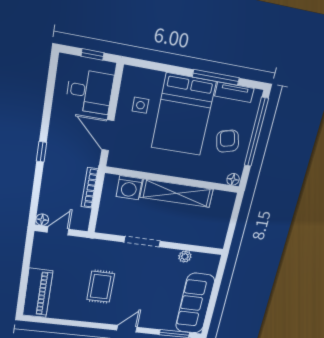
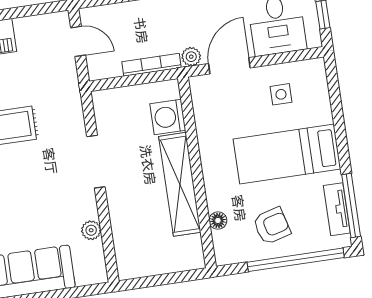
window: (216, 77) -> (351, 206), moved
bed: (183, 115) -> (287, 154), width x0.67
plant: (93, 160) -> (191, 57), added
floor lamp: (233, 179) -> (218, 220), moved
floor lamp: (42, 220) -> (88, 16), removed

